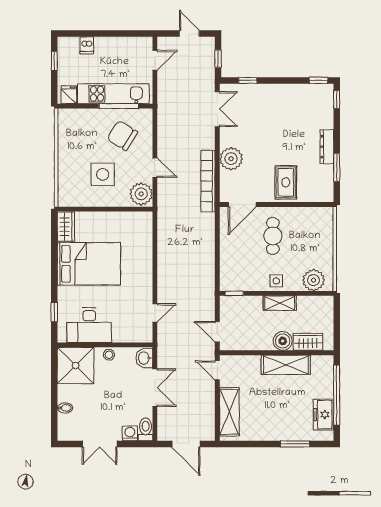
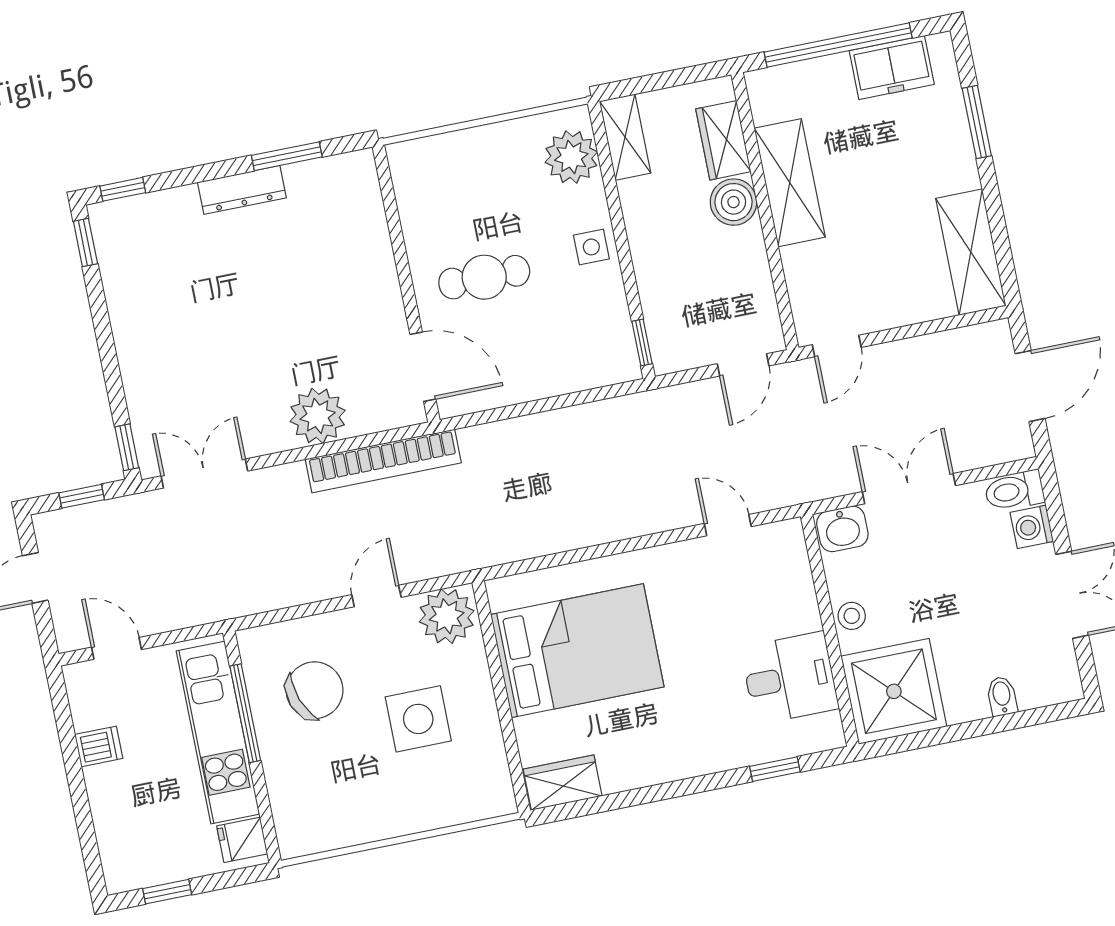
dishwasher: (87, 45) -> (99, 746), moved
window: (248, 80) -> (127, 447), moved
chair: (122, 136) -> (315, 690), turned -142
rug: (286, 182) -> (348, 272), removed
bed: (89, 264) -> (577, 651), moved, turned 90
shelving: (280, 303) -> (625, 137), moved
desk: (89, 325) -> (790, 678), width x0.73
shelving: (229, 412) -> (971, 252), moved, turned 90

